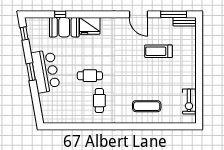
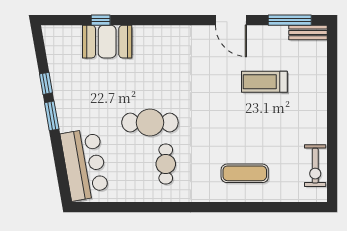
fridge: (90, 26) -> (150, 39), removed
window: (24, 33) -> (46, 83), moved
bar counter: (45, 71) -> (85, 164), moved
cafe table: (90, 76) -> (150, 123), width x1.37, depth x1.35

